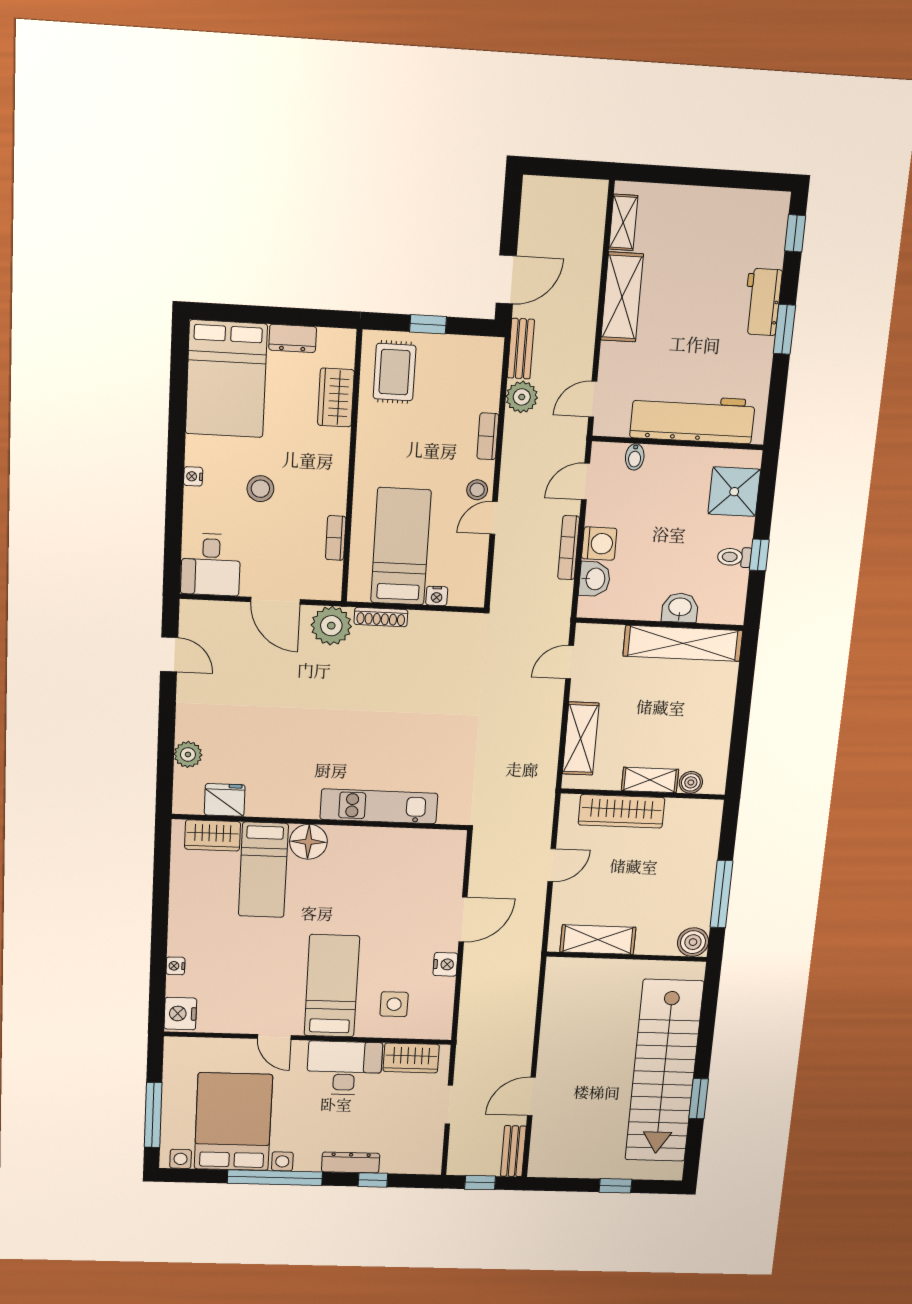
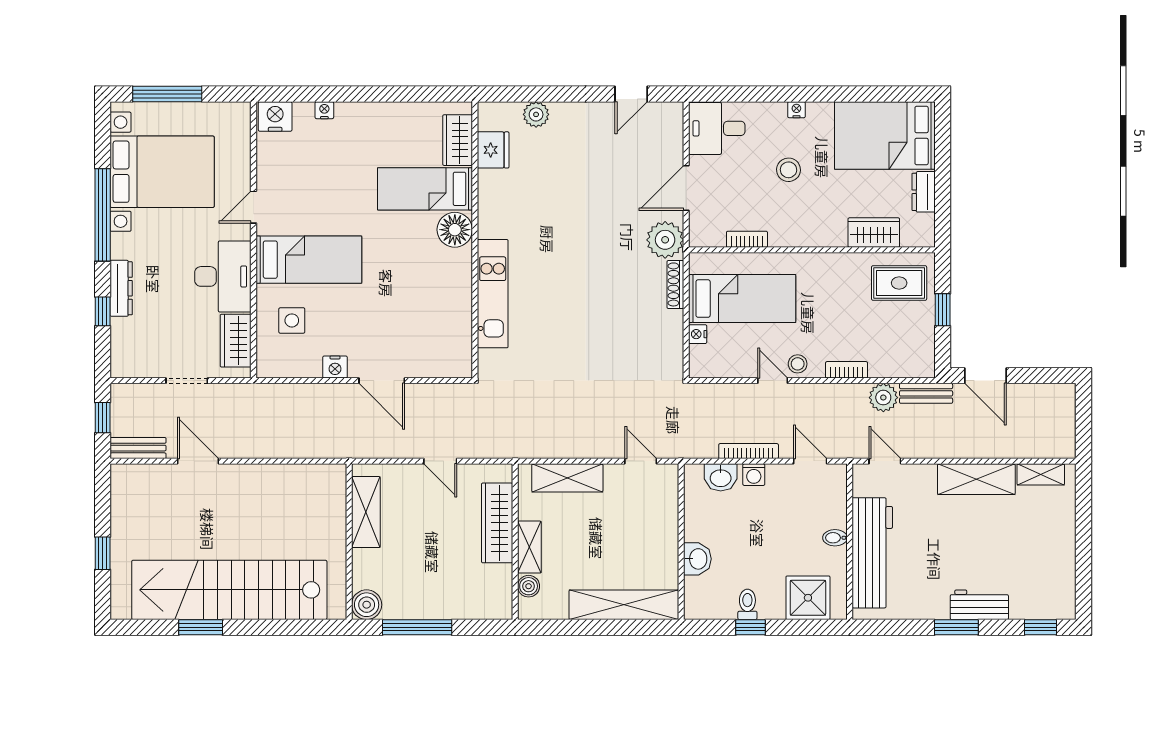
bidet: (635, 457) -> (835, 538), moved
washing machine: (599, 544) -> (754, 475), width x0.73, depth x0.73
shelving: (683, 643) -> (624, 605), moved, turned 90

